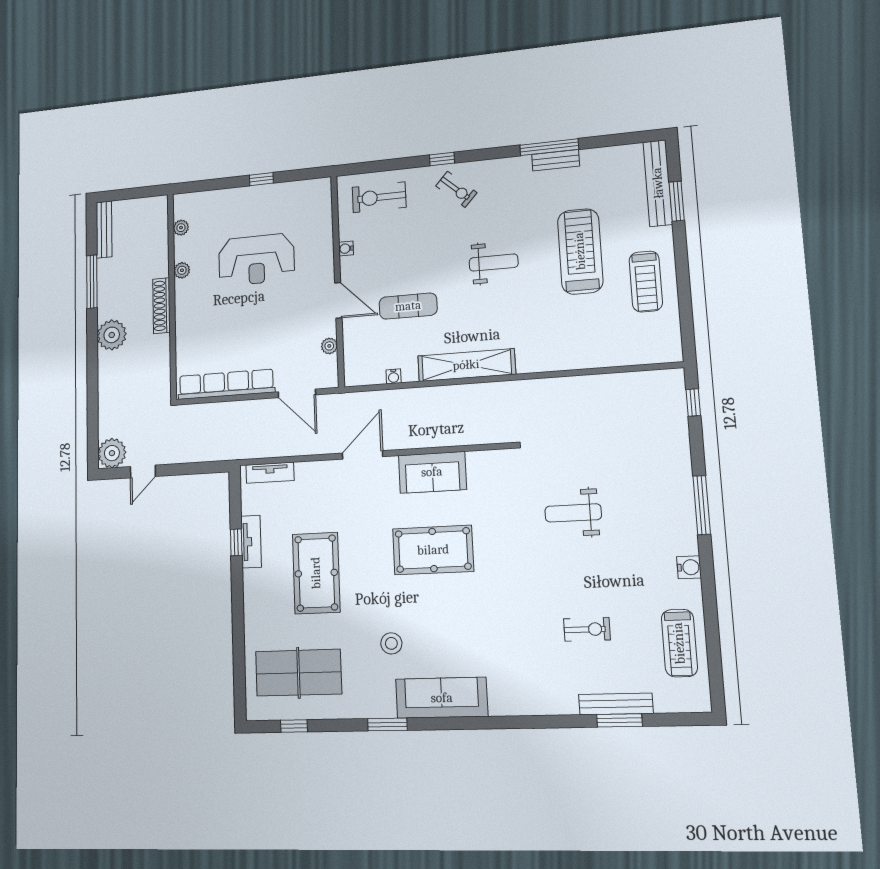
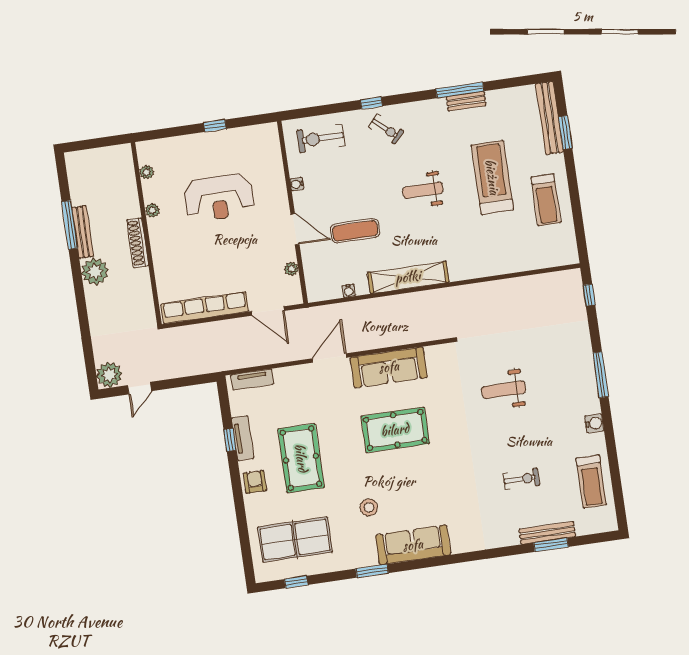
bench: (104, 229) -> (83, 232), moved
weight bench: (494, 263) -> (423, 190), turned 180
sofa: (432, 472) -> (389, 367), width x1.36
armchair: (259, 596) -> (255, 482), added

